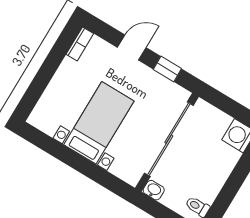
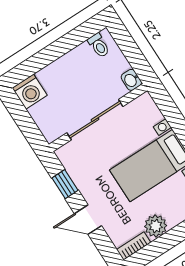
plant: (69, 71) -> (156, 226), added
sliding door: (169, 139) -> (95, 120), width x0.73

